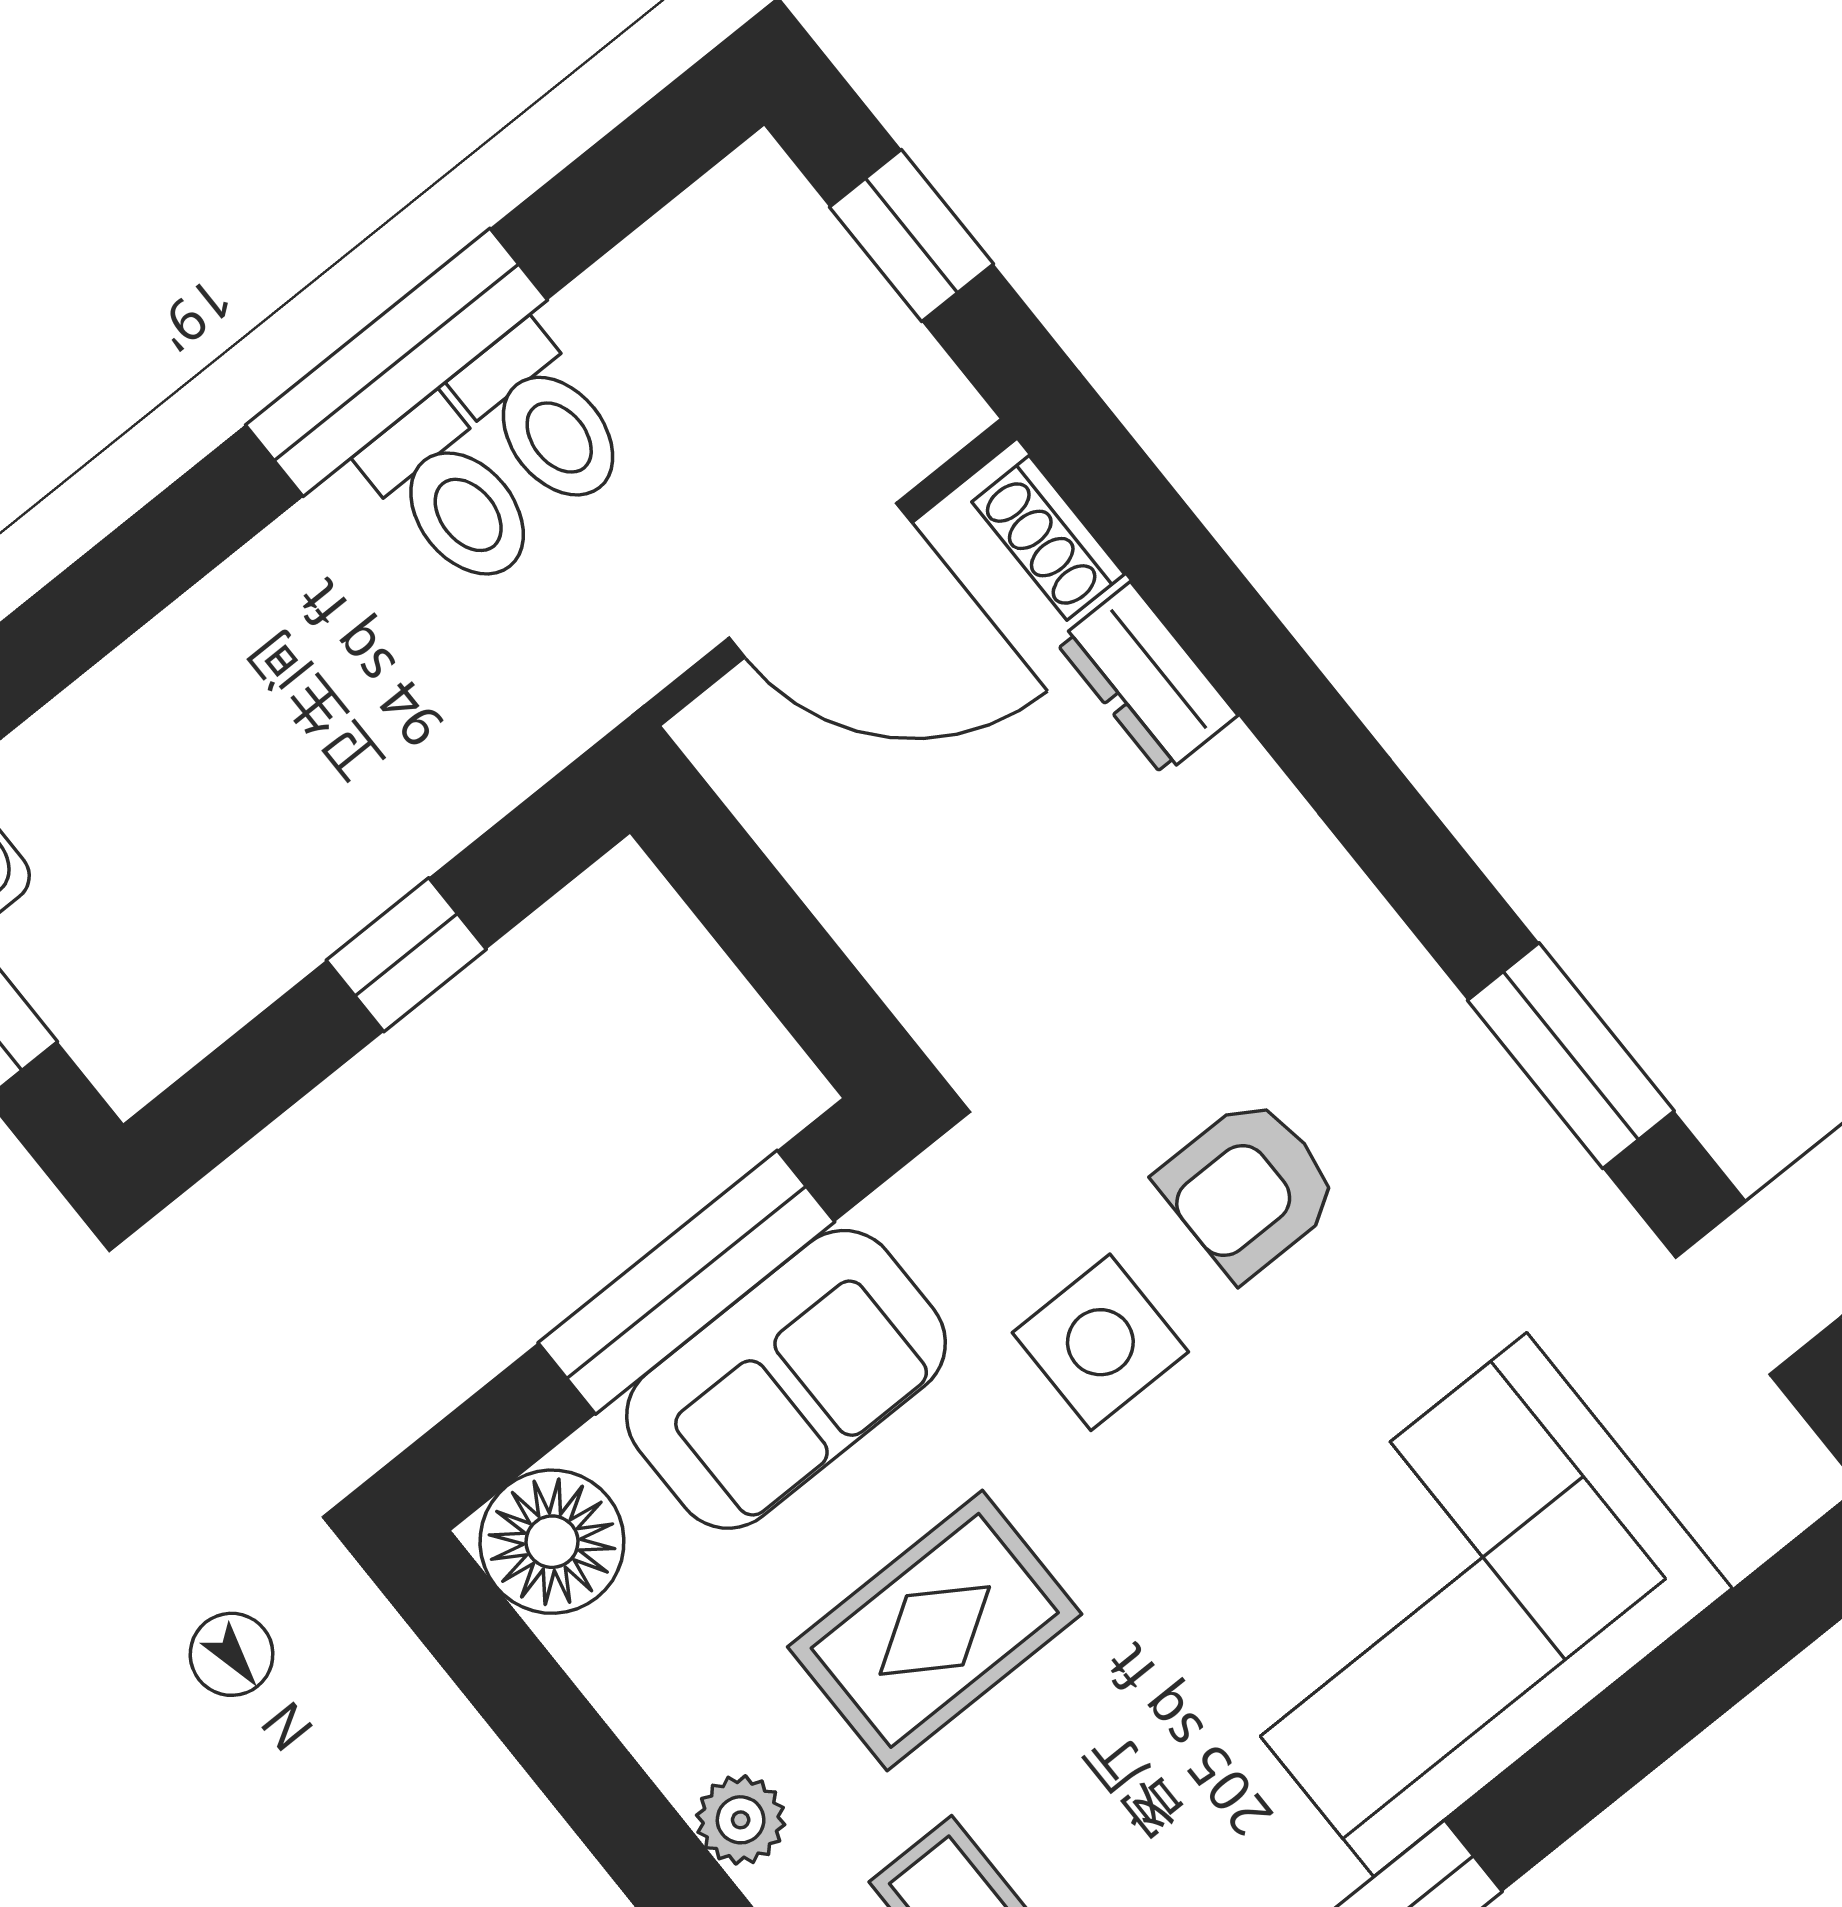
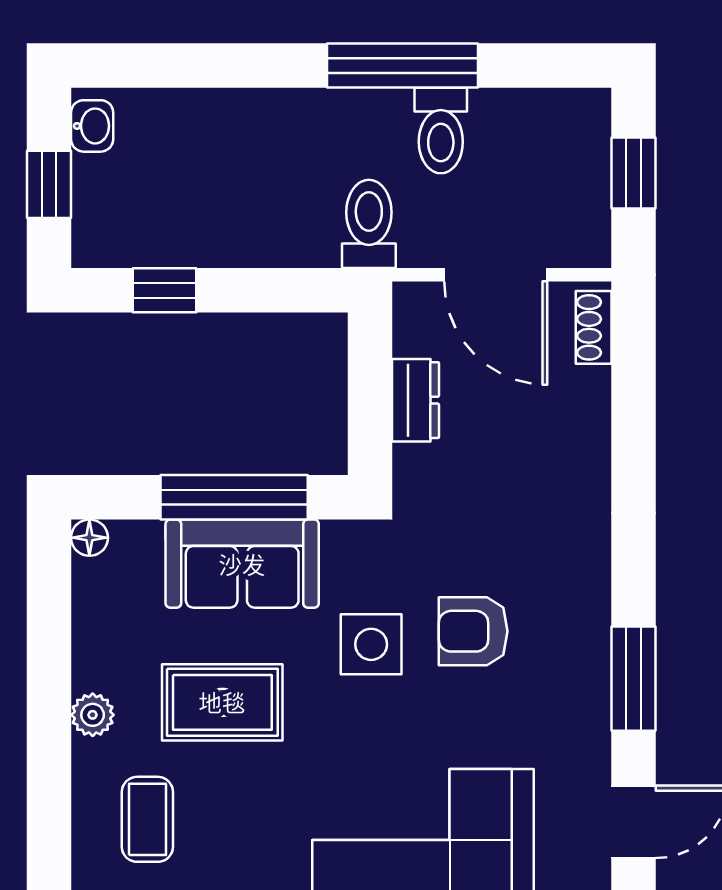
toilet: (452, 495) -> (369, 224), moved, turned 180
dresser: (1147, 679) -> (416, 400), moved, turned 180
window: (406, 955) -> (164, 290), moved
floor lamp: (552, 1542) -> (89, 538), width x0.53, depth x0.53

